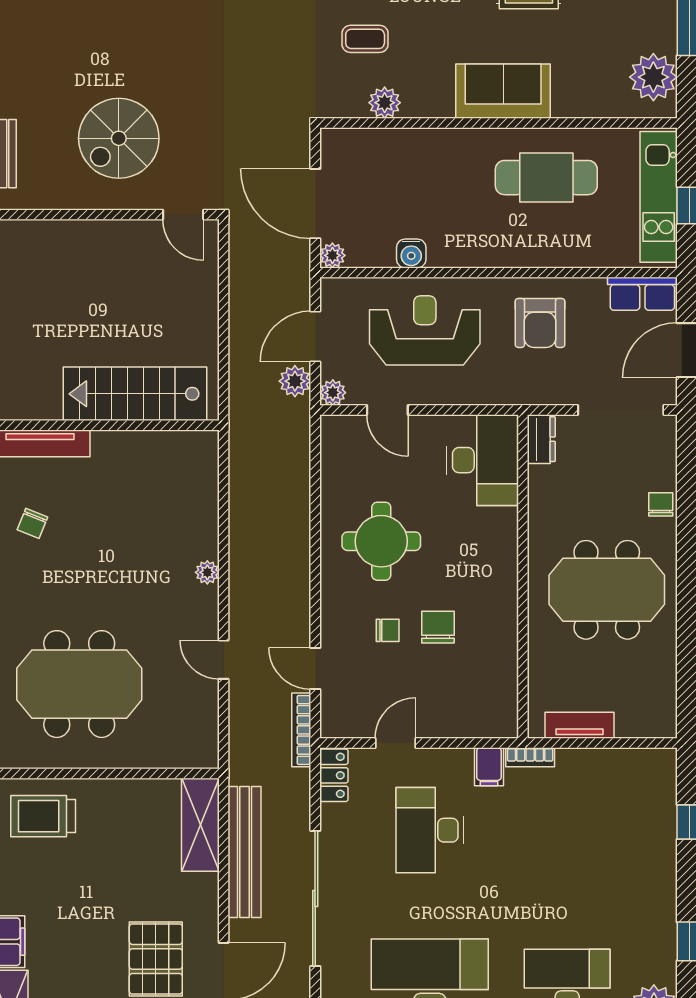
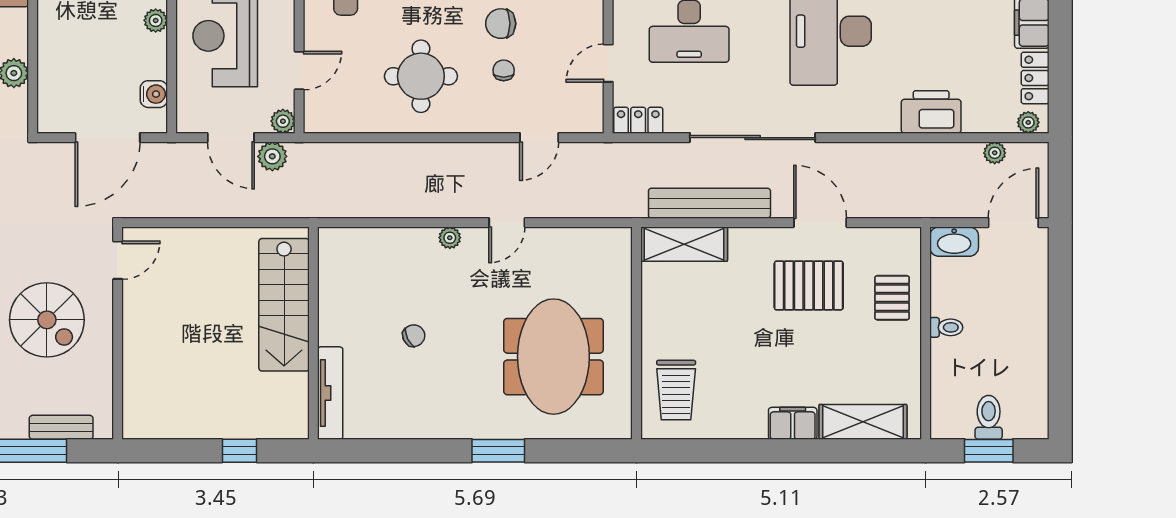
water cooler: (411, 253) -> (154, 94), moved
plant: (332, 255) -> (156, 20), moved
chair: (32, 523) -> (414, 336), moved, turned -48
door: (224, 660) -> (507, 223), moved
bookcase: (301, 730) -> (596, 151), removed
door: (395, 743) -> (608, 63), hinge flipped

